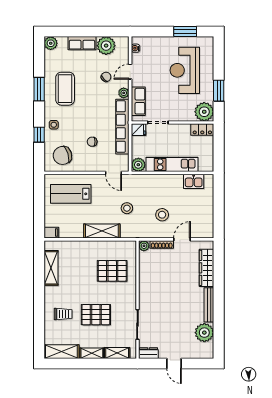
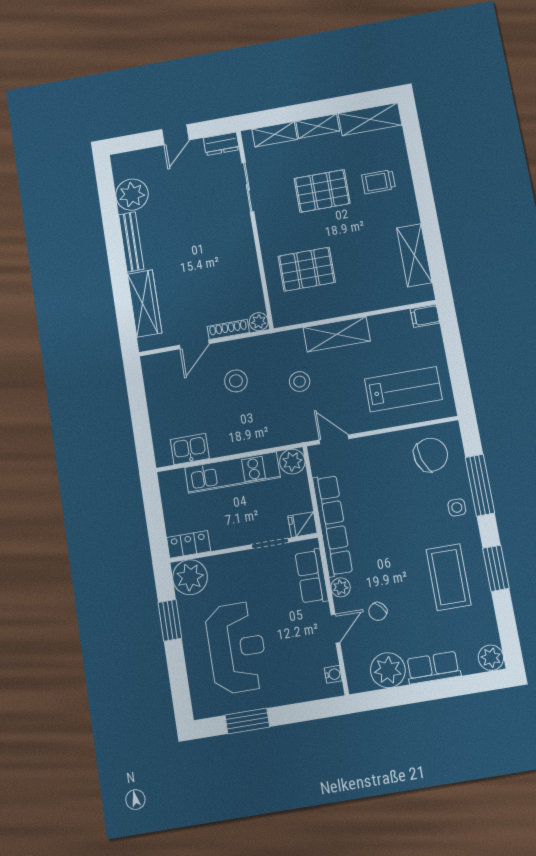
window: (39, 135) -> (480, 485), width x2.17
chair: (92, 142) -> (382, 489), removed
door: (174, 364) -> (175, 135), swing flipped

